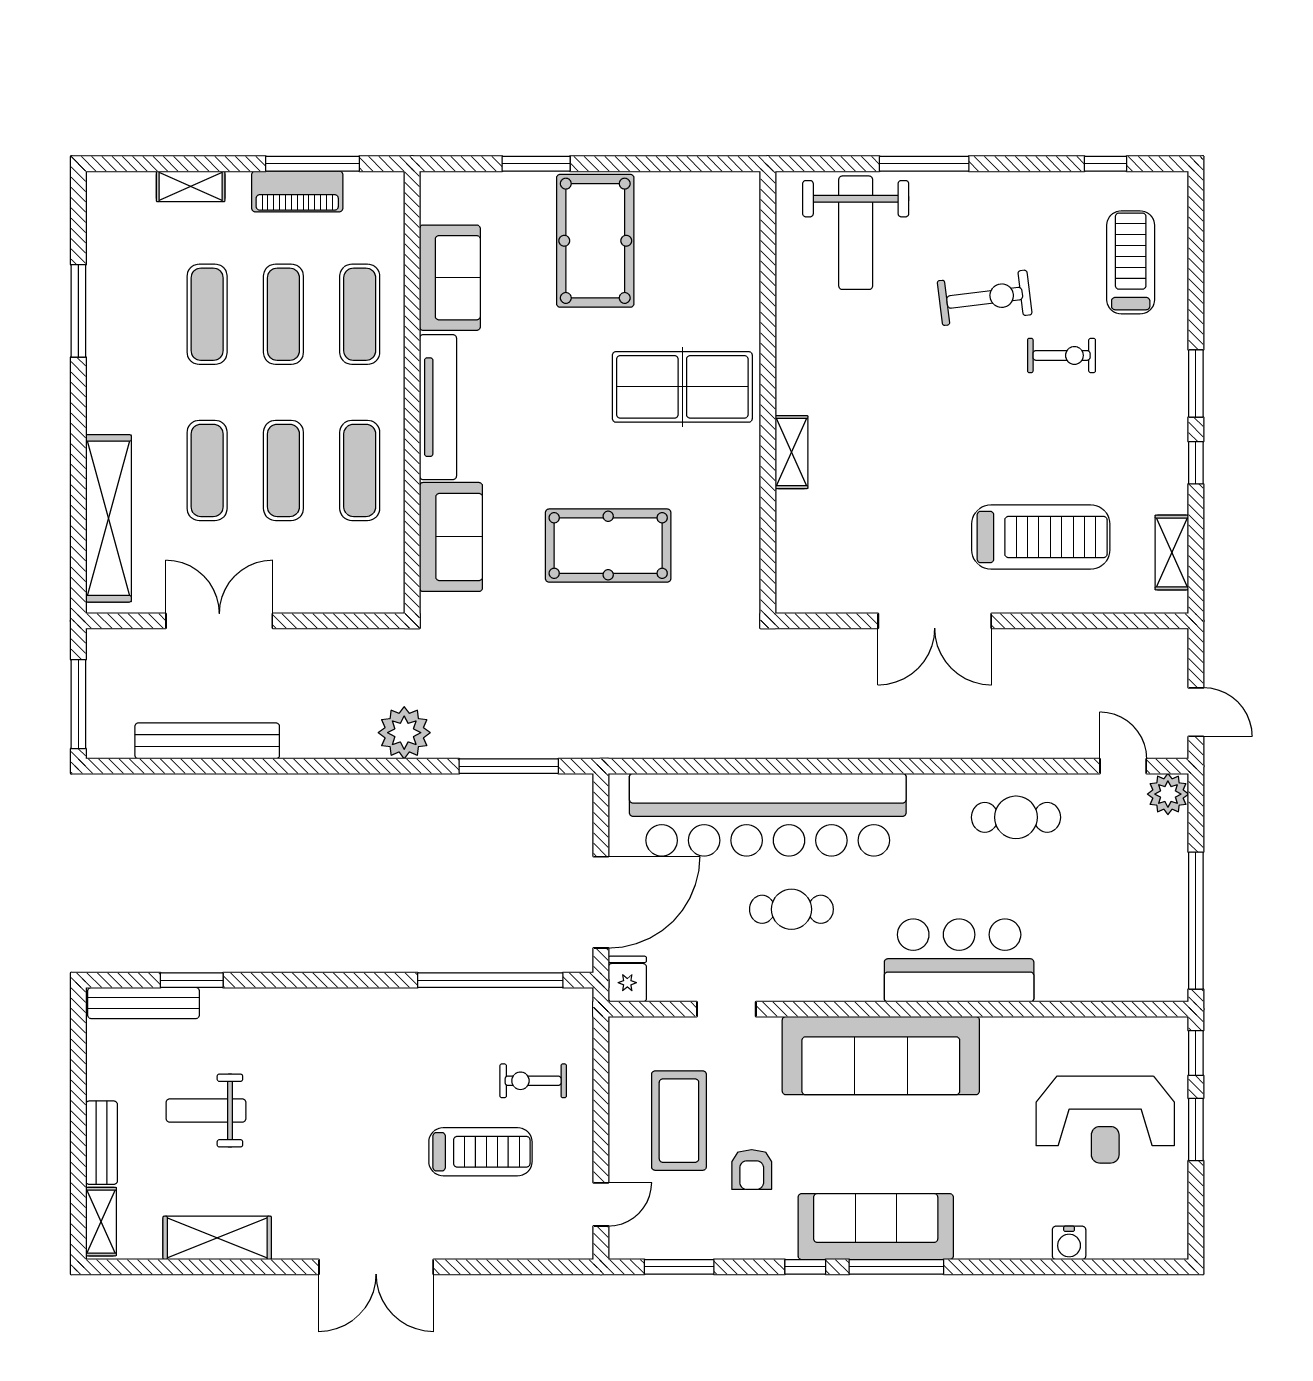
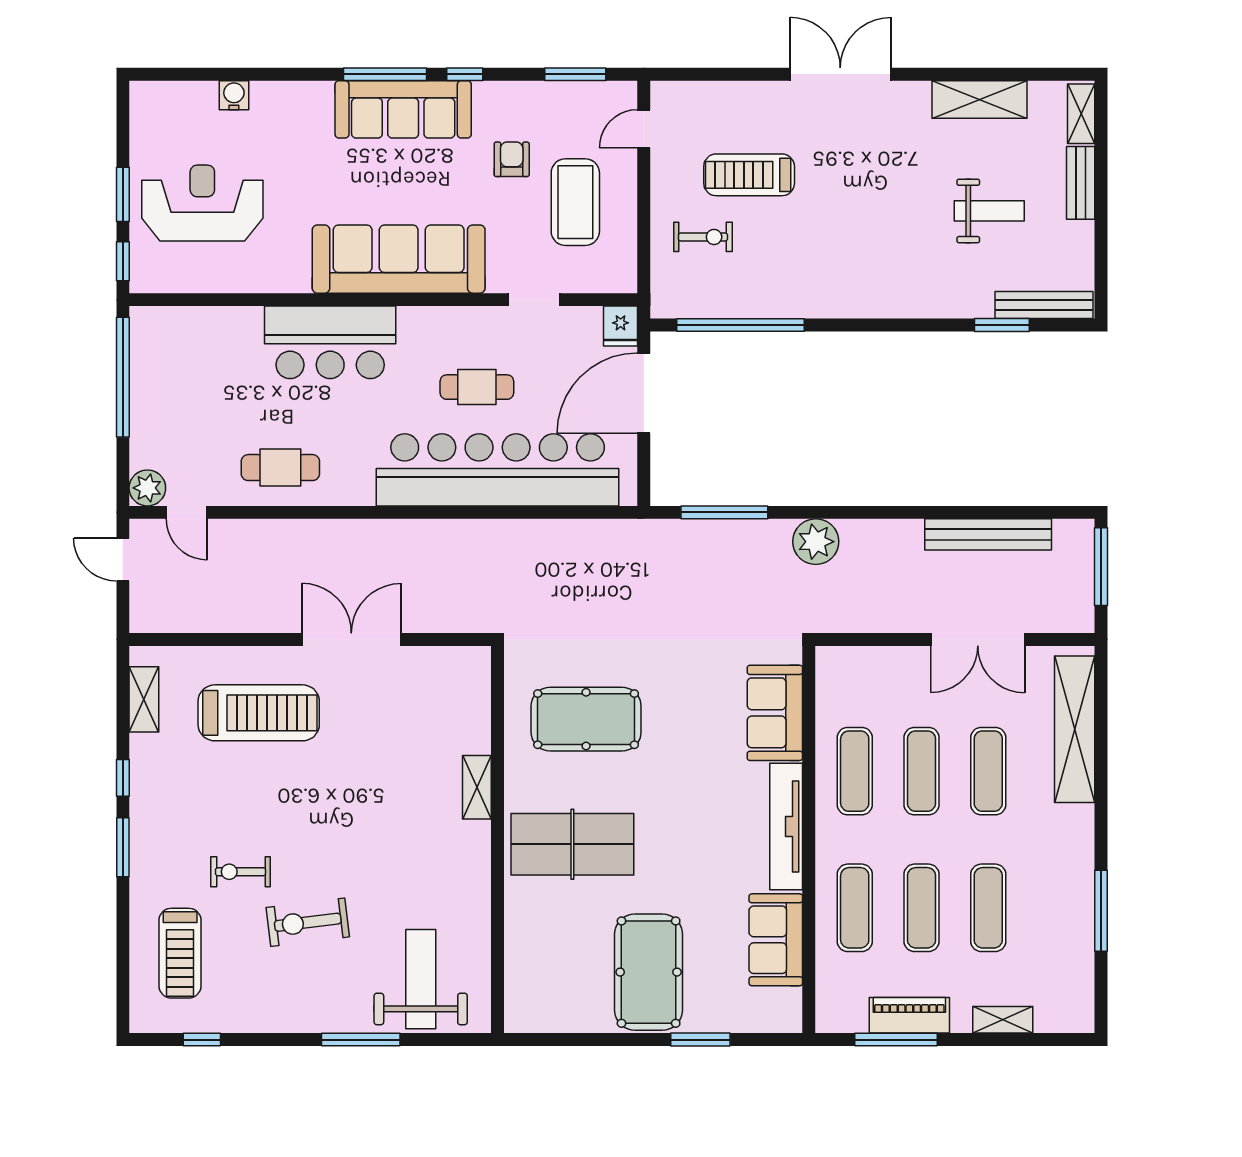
treadmill: (1041, 537) -> (259, 713), turned 180
pool table: (608, 546) -> (586, 719), moved

